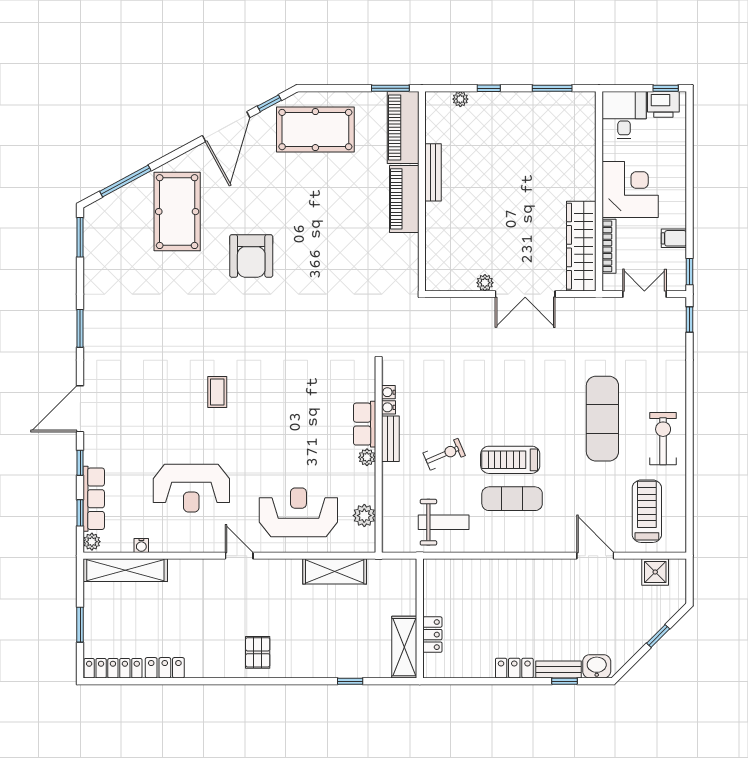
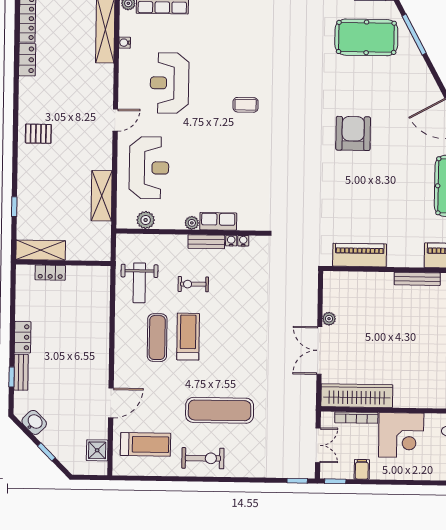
piano: (404, 199) -> (360, 255), moved
pool table: (177, 212) -> (366, 37), moved
armchair: (251, 256) -> (353, 133), turned 90
exercise bike: (444, 454) -> (193, 284), turned 113
washbasin: (597, 666) -> (34, 422), moved, turned -45

